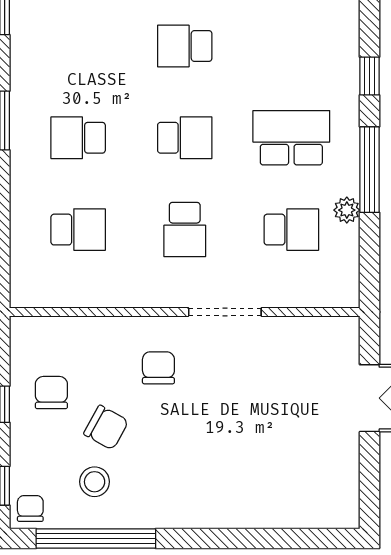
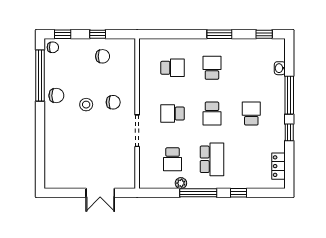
school desk: (78, 230) -> (173, 68), turned -90
chair: (106, 427) -> (56, 96), moved, turned -119
stool: (95, 482) -> (86, 105), moved

